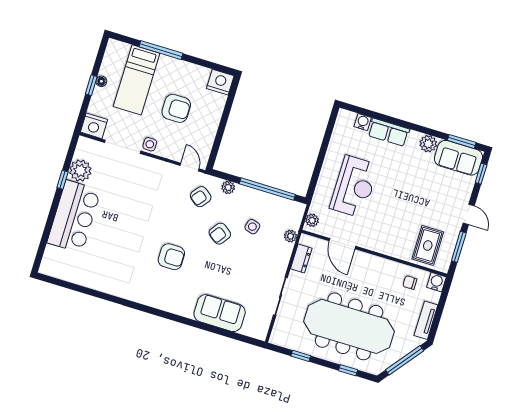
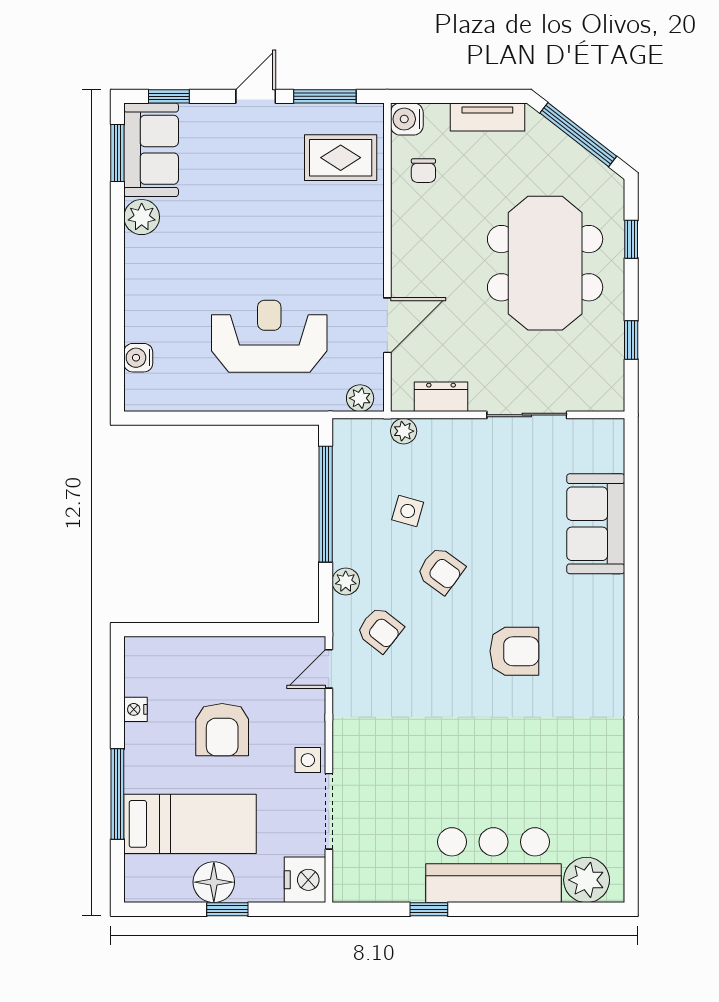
floor lamp: (101, 81) -> (214, 882), width x1.89, depth x1.89
nightstand: (220, 82) -> (136, 709), moved, width x0.53, depth x0.56
armchair: (176, 108) -> (222, 730), turned 180
row of seats: (389, 132) -> (143, 301), removed
plant: (80, 171) -> (587, 880), moved
armchair: (171, 257) -> (514, 651), turned 90
meeting table: (349, 326) -> (545, 263), width x0.73

